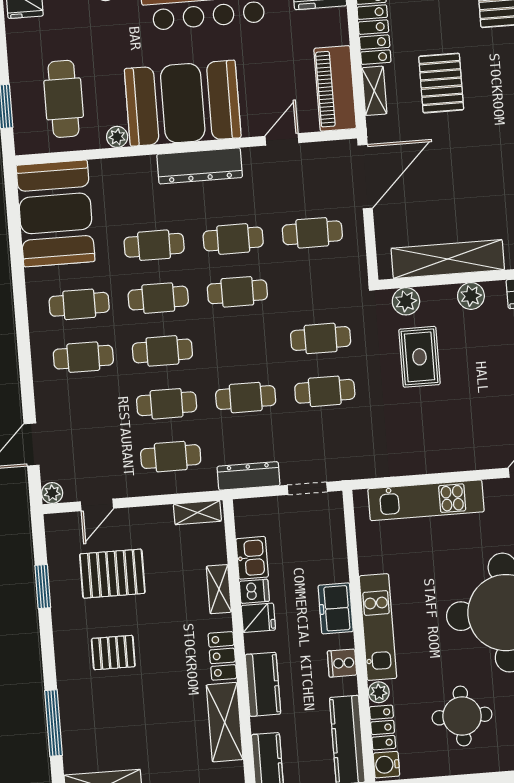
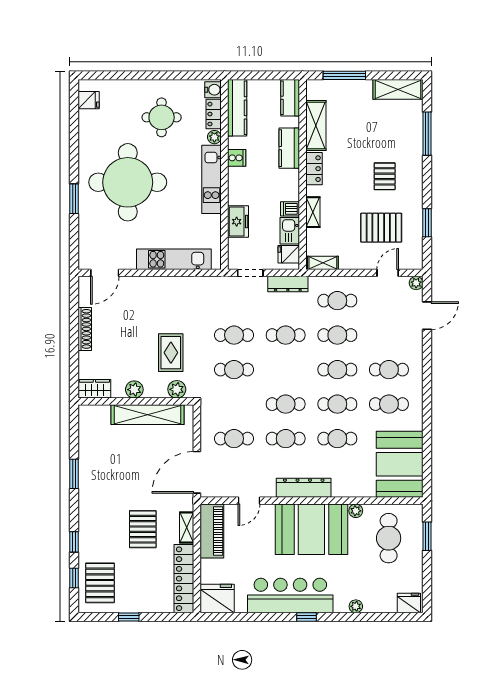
freezer: (336, 608) -> (238, 222), moved
fridge: (258, 618) -> (289, 254), moved
pallet: (113, 653) -> (385, 176), turned 90

